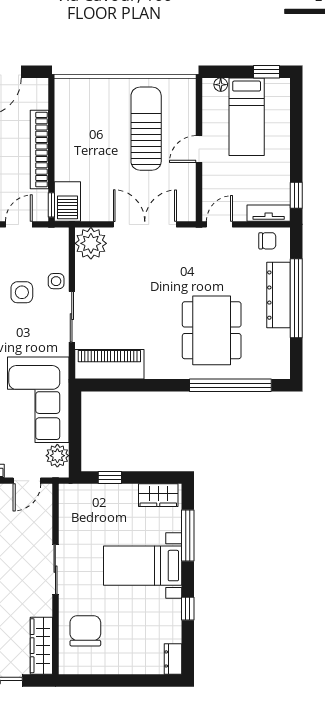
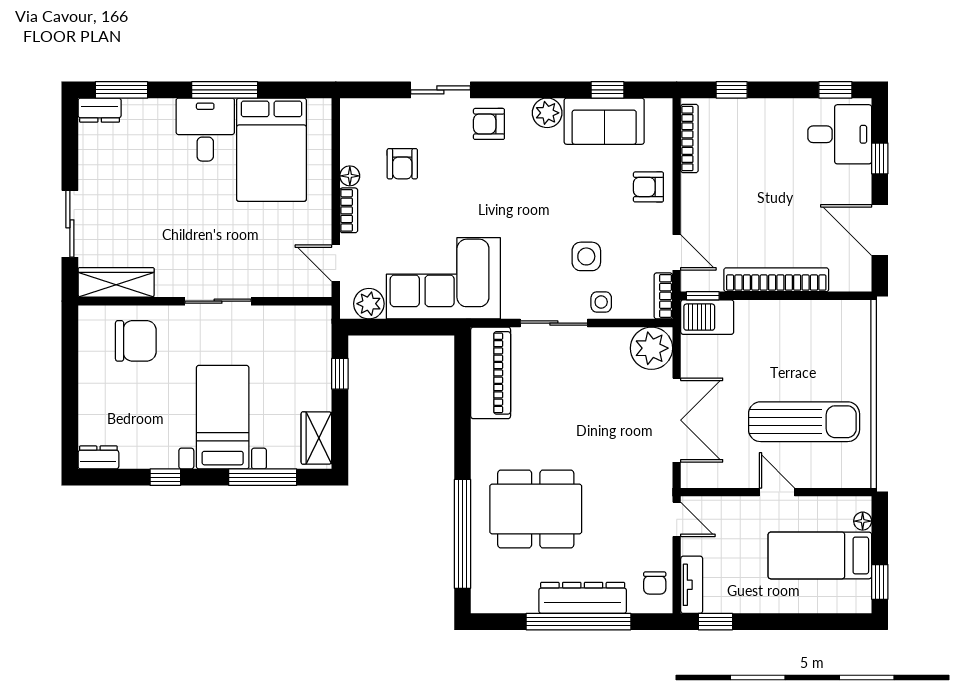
bookcase: (52, 234) -> (663, 296), added

